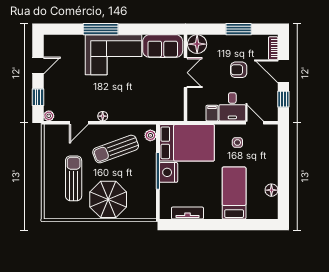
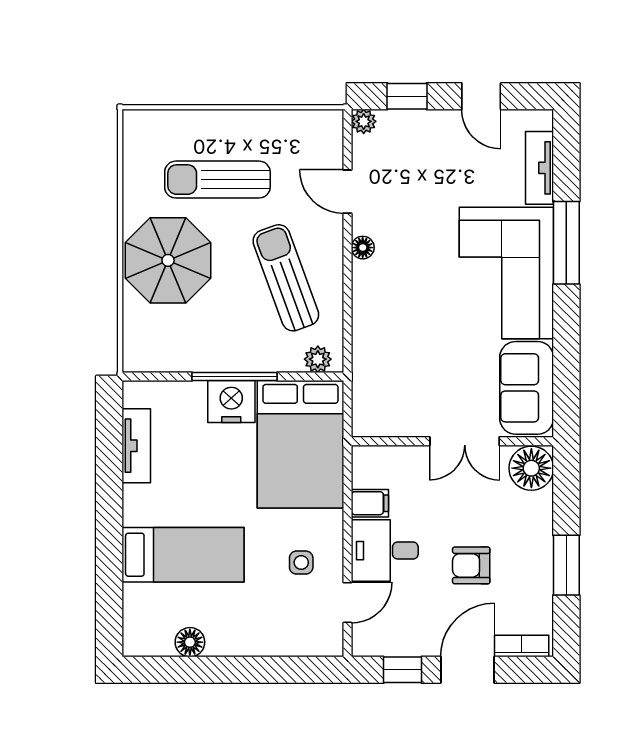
tv unit: (69, 41) -> (540, 168), added
armchair: (239, 70) -> (471, 565), turned -90
sun lounger: (74, 178) -> (217, 180), turned 180

